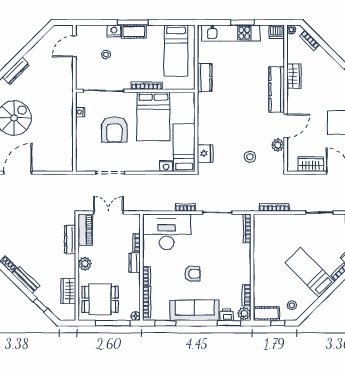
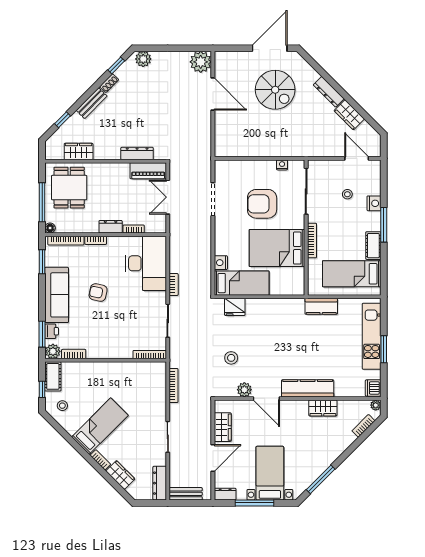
cot: (134, 32) -> (373, 246), moved
wardrobe: (36, 53) -> (349, 115), added
double door: (108, 213) -> (168, 197), swing flipped
plant: (85, 264) -> (110, 170), removed
armchair: (192, 274) -> (98, 293), turned 102

